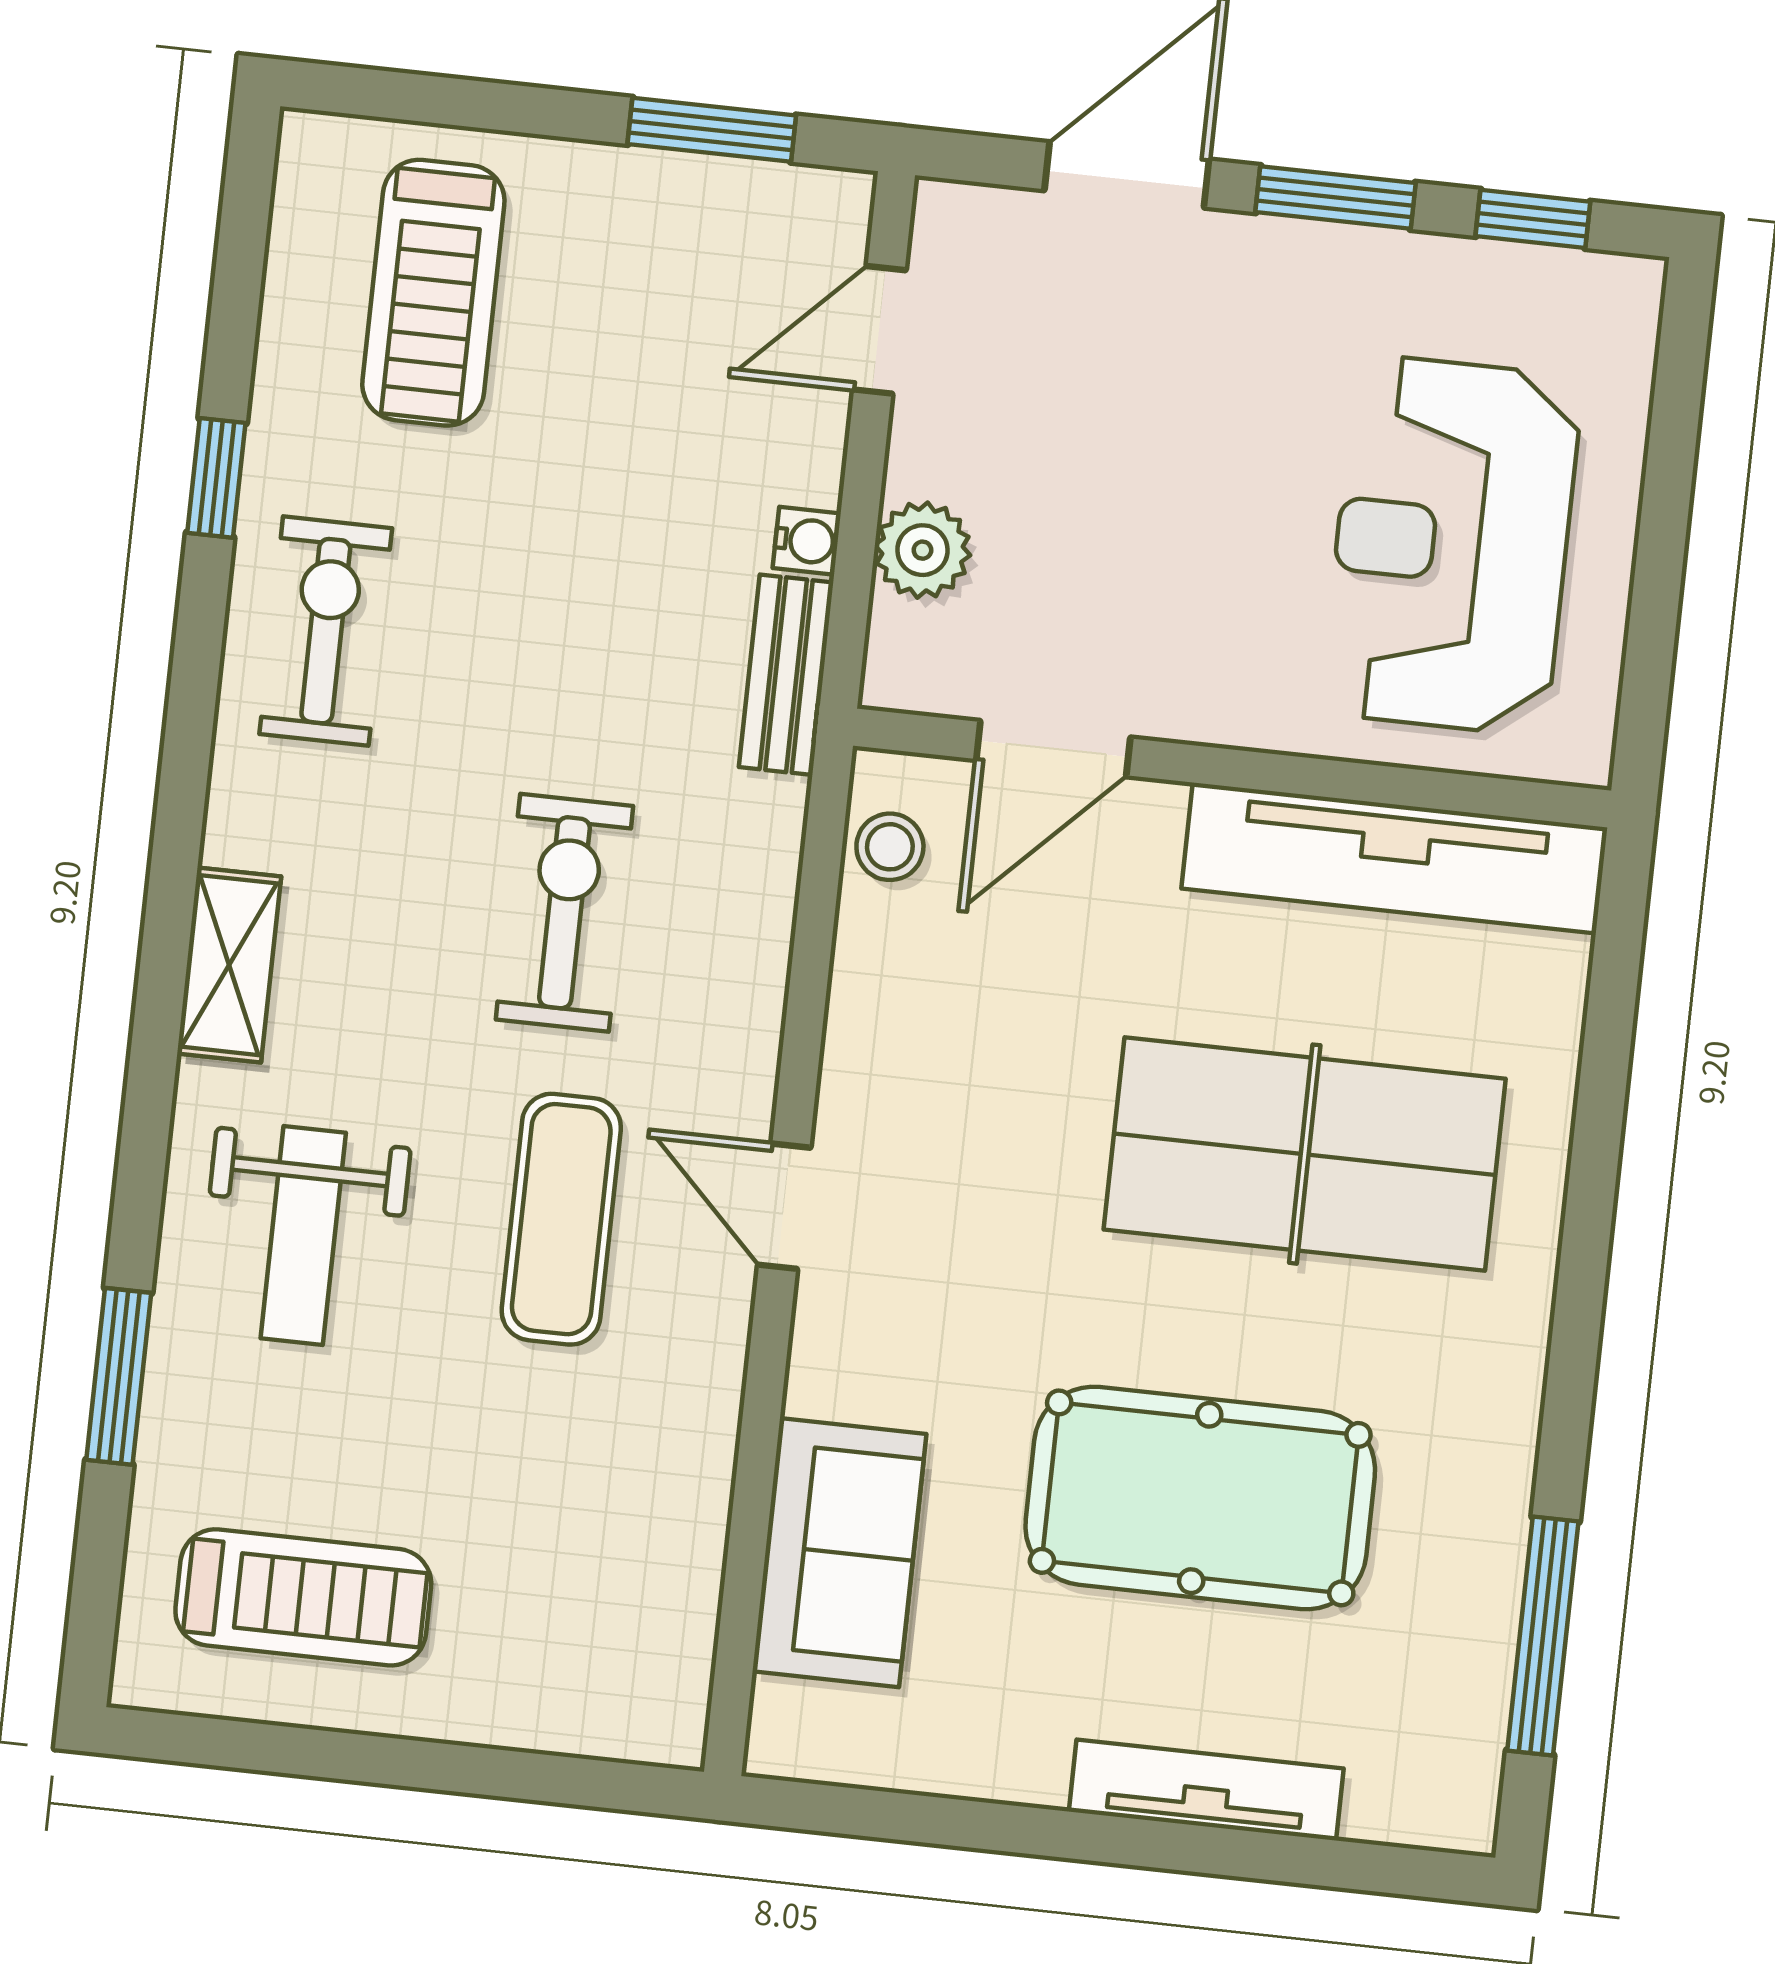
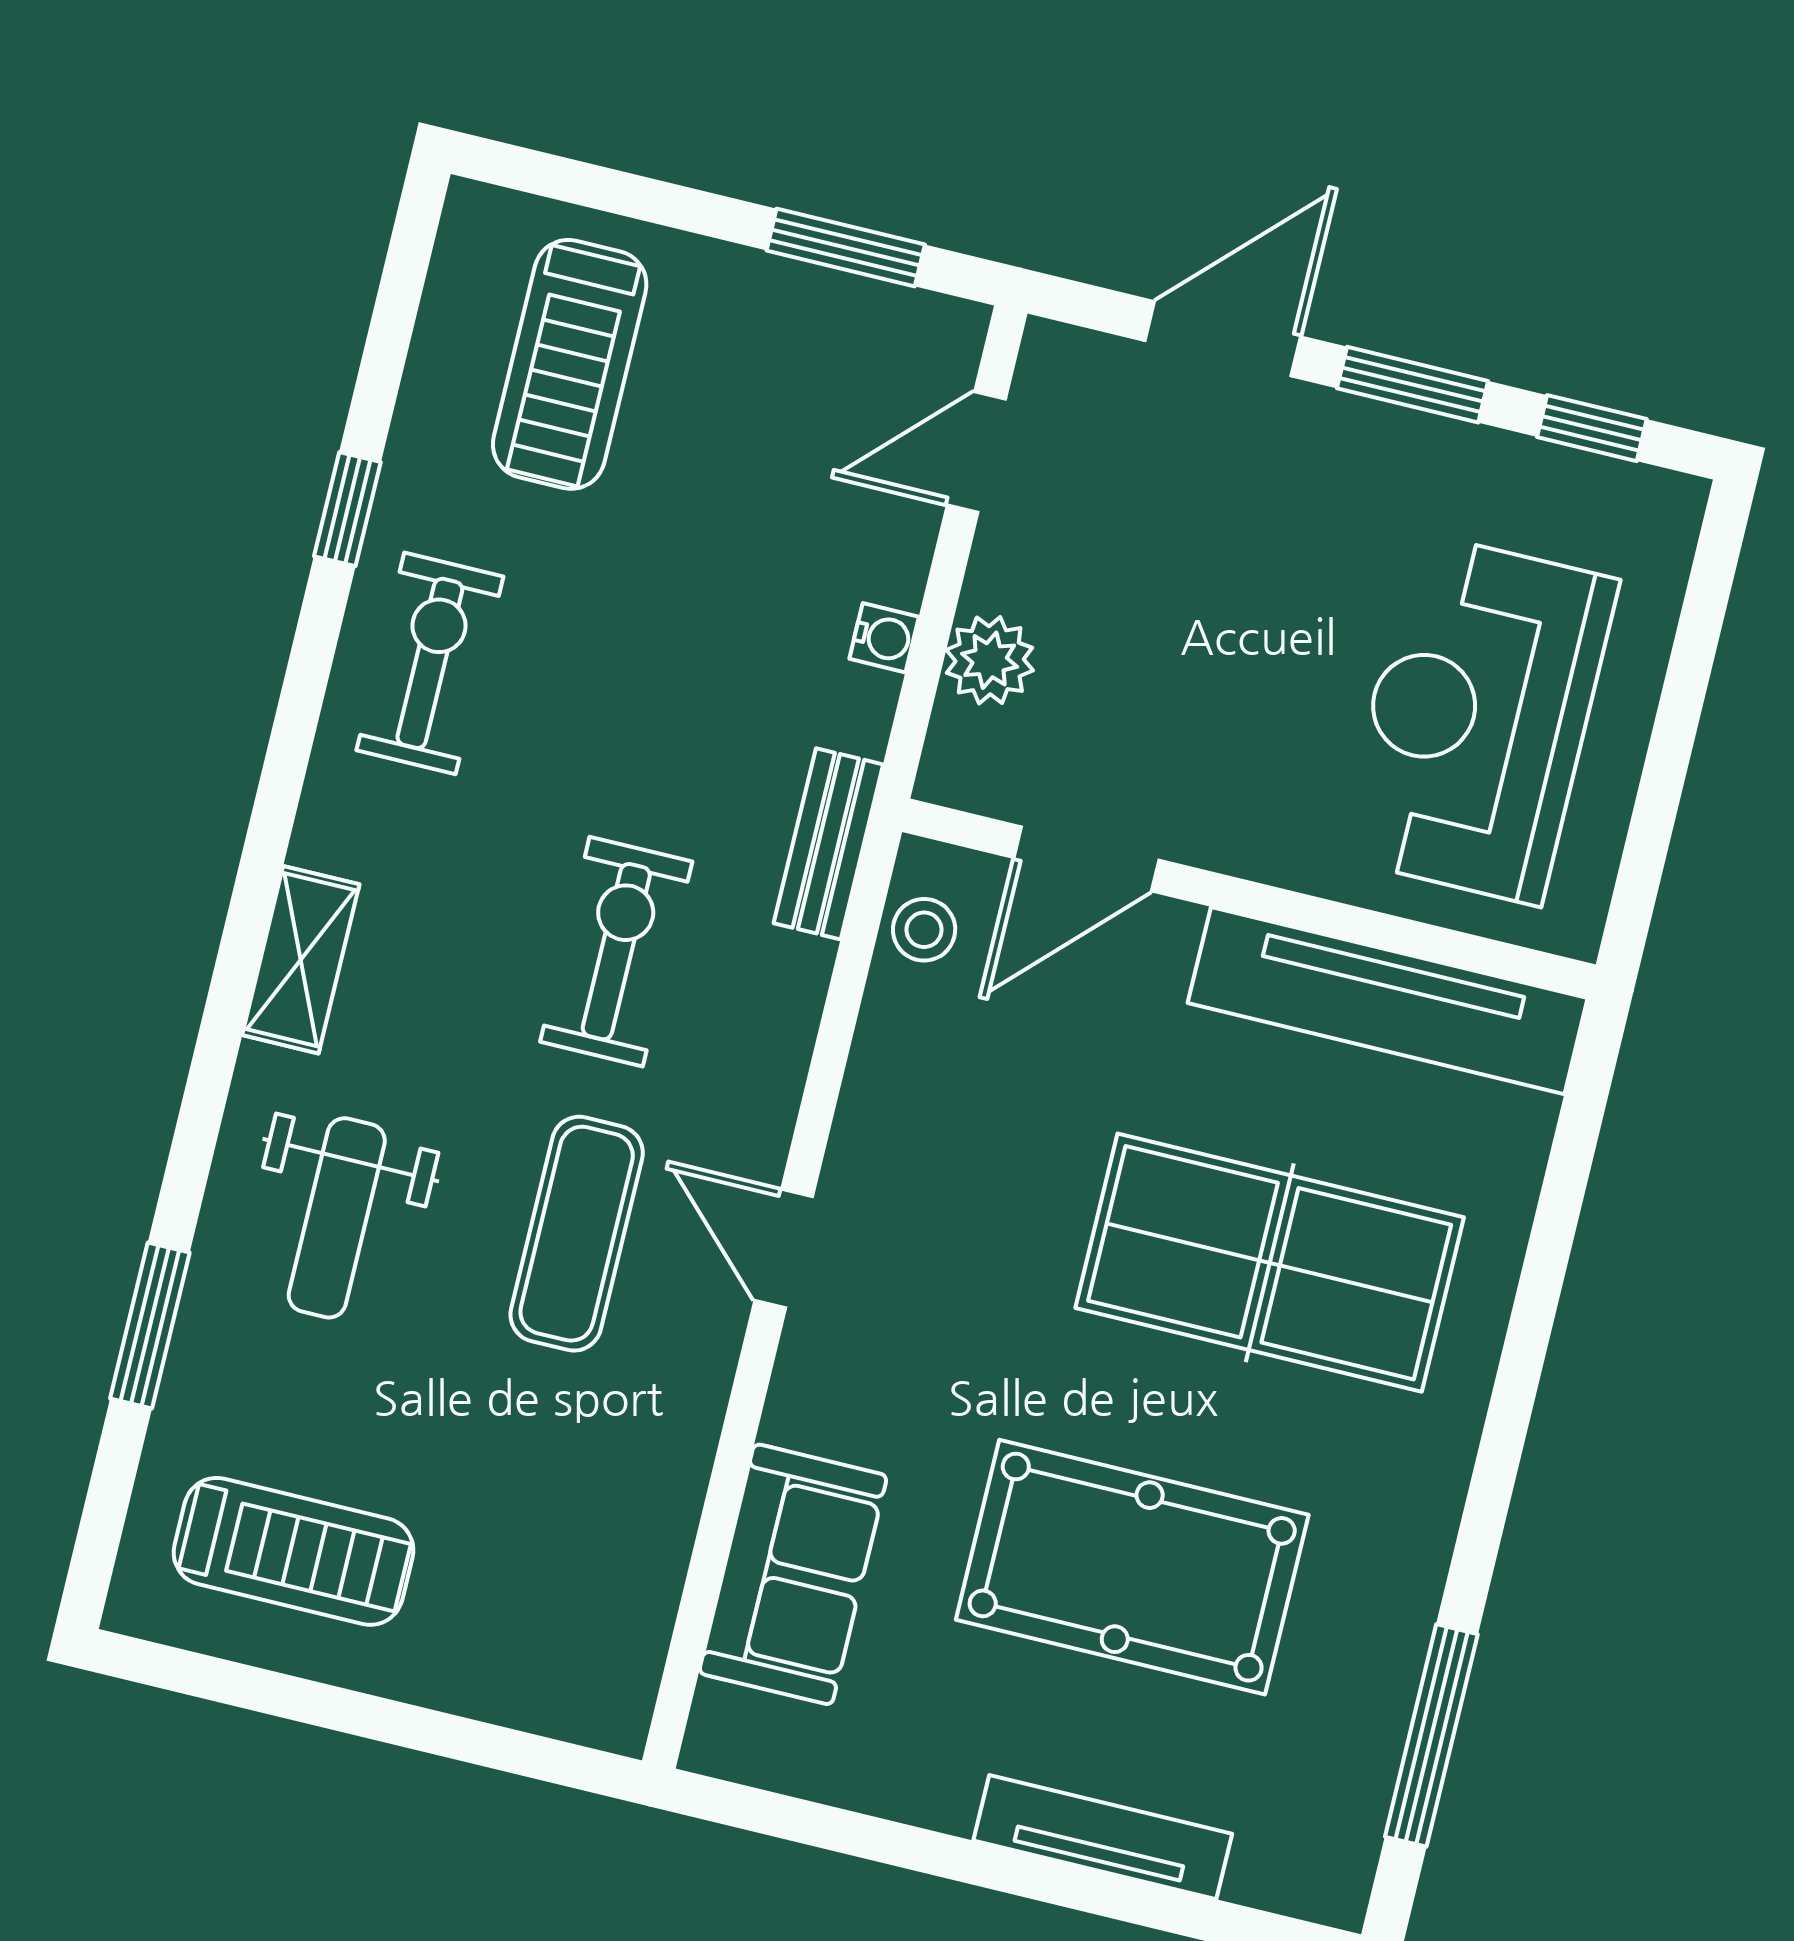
bench: (786, 675) -> (828, 844), moved

